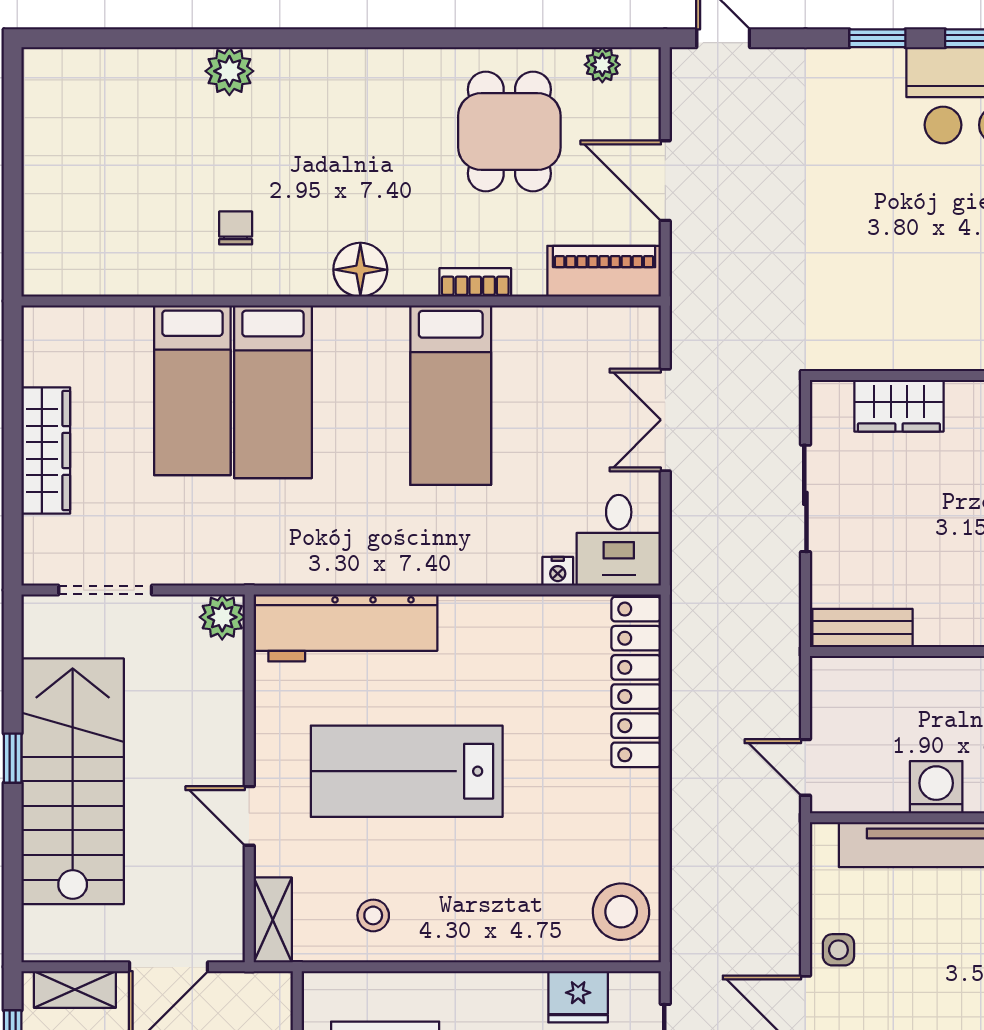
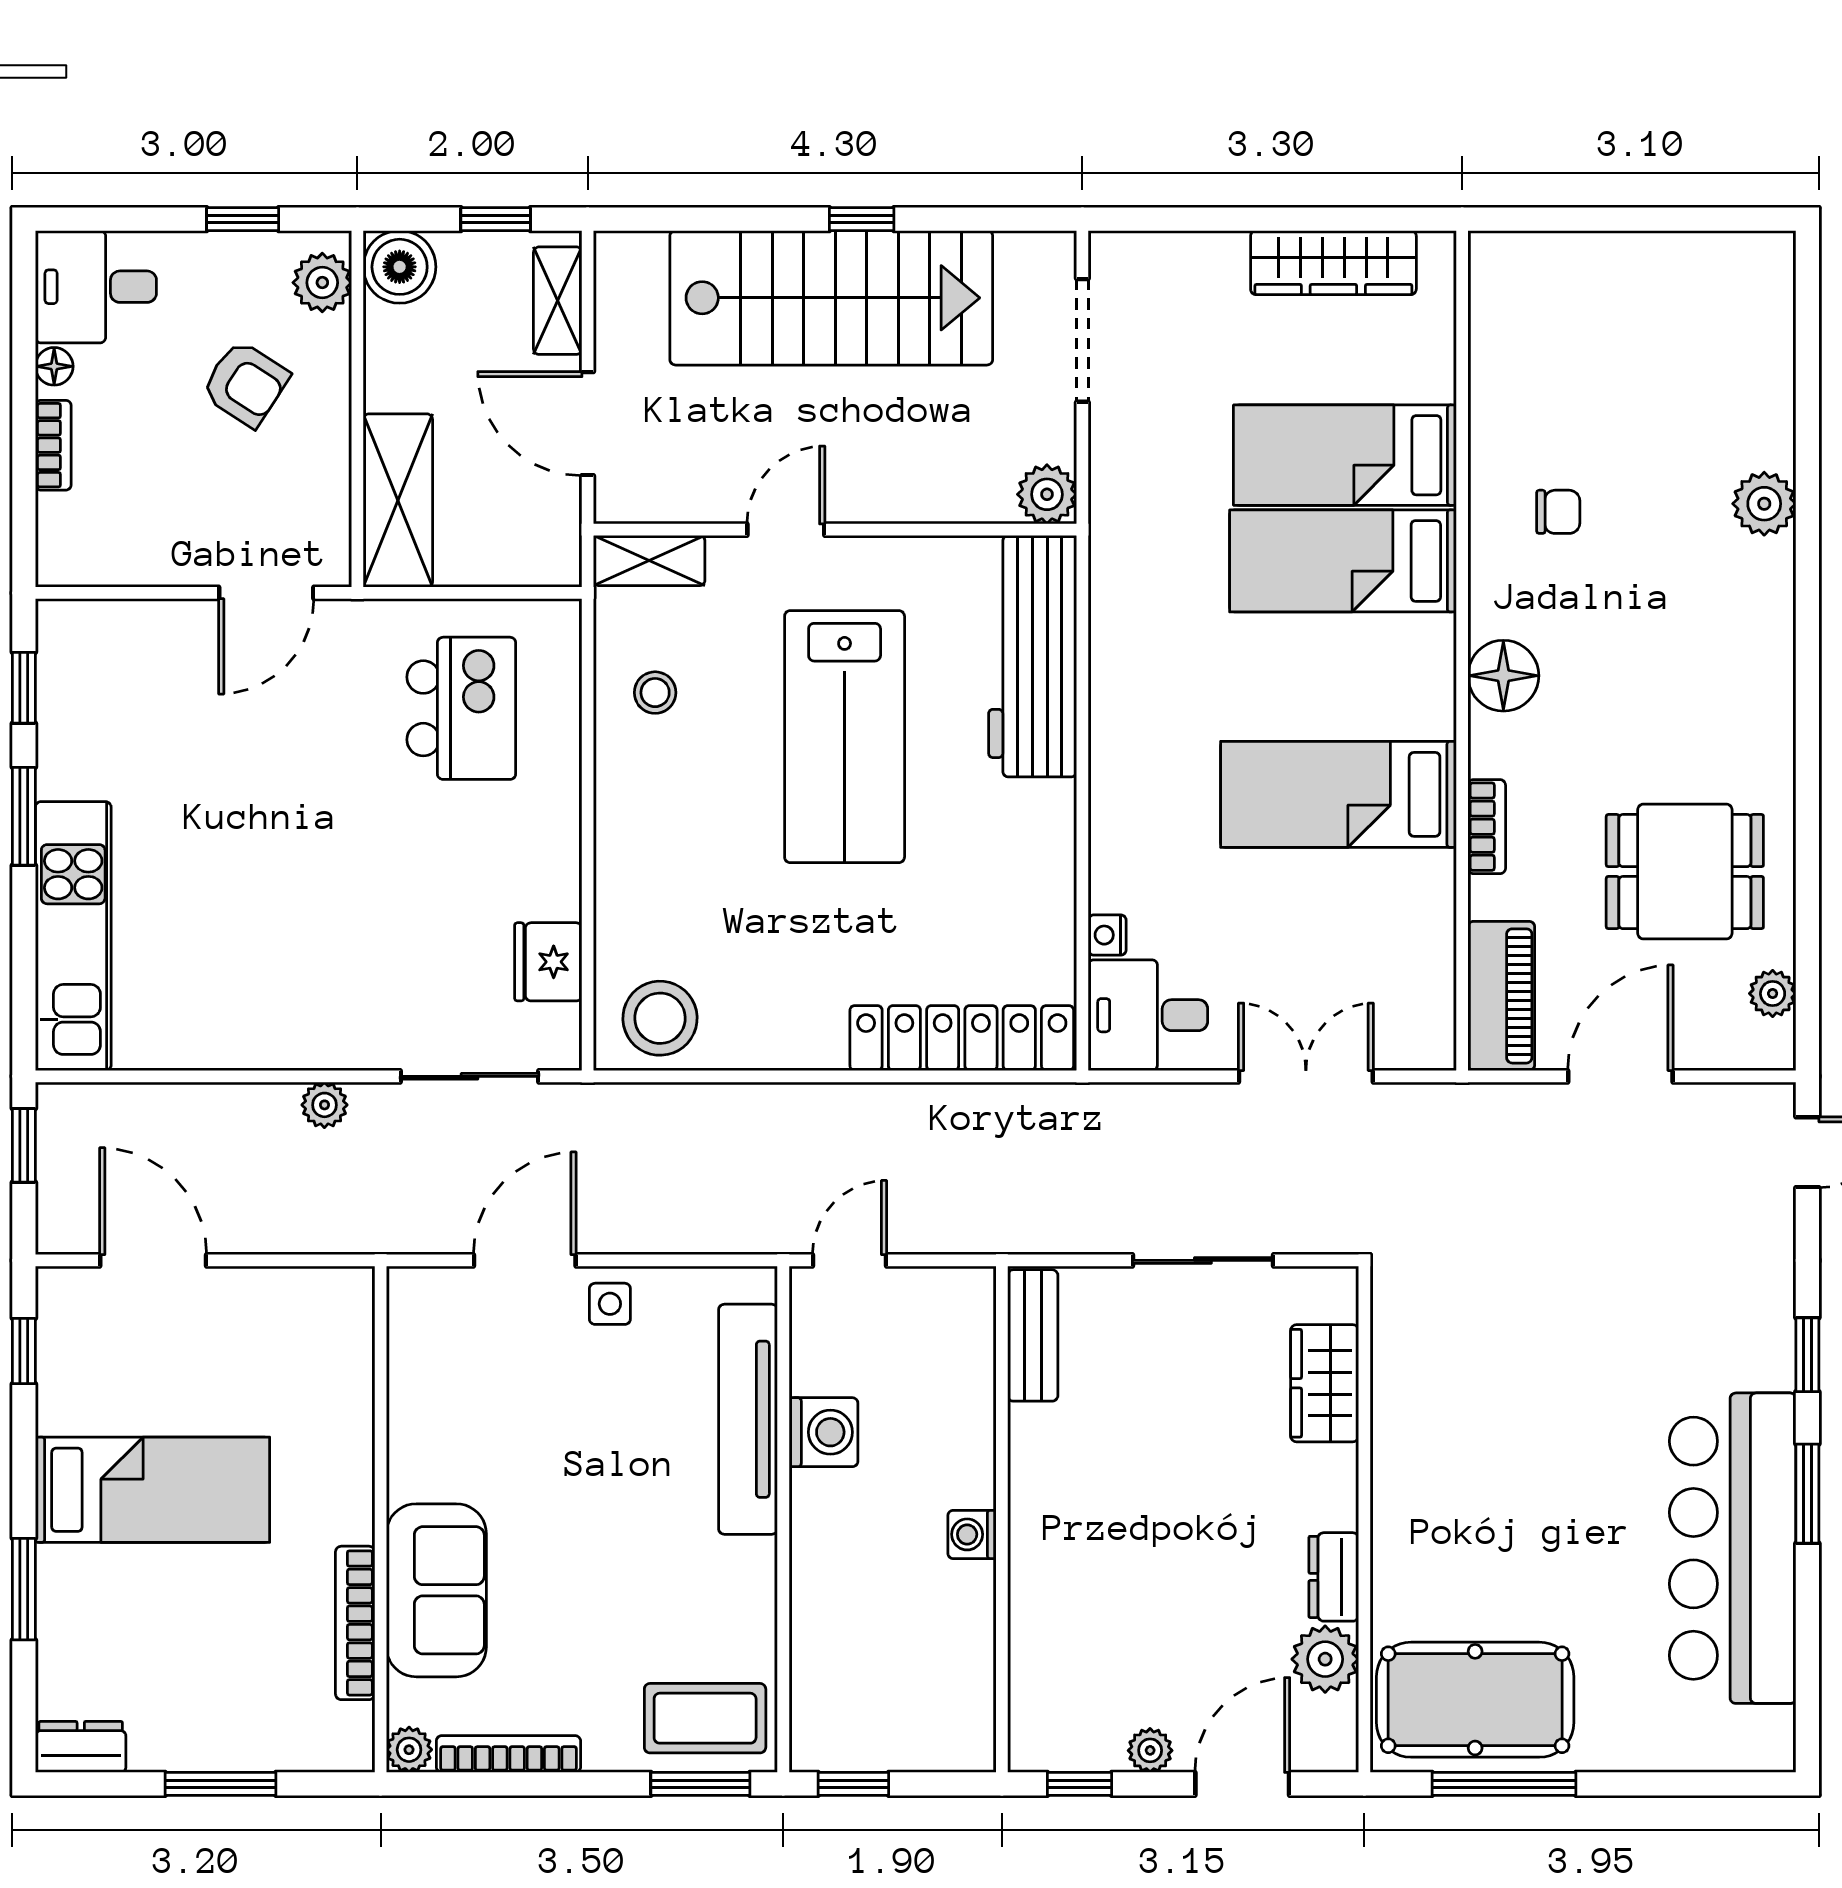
wardrobe: (46, 451) -> (1333, 263), moved
lab bench: (407, 771) -> (845, 737), turned 180

